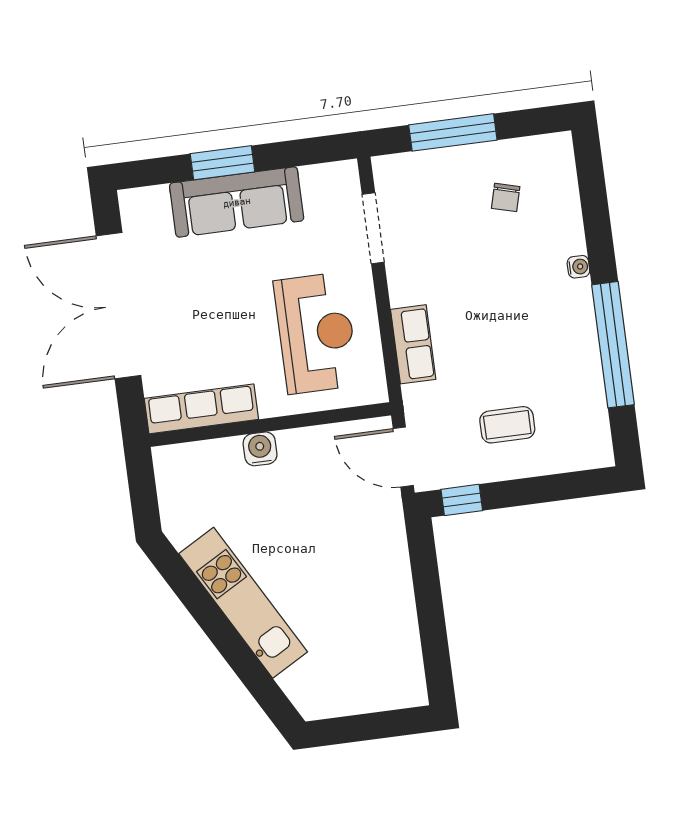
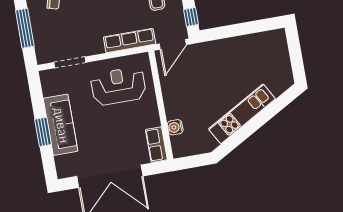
row of seats: (413, 344) -> (130, 41), width x1.48
row of seats: (201, 409) -> (156, 145), width x0.68
water cooler: (260, 449) -> (175, 127), moved

